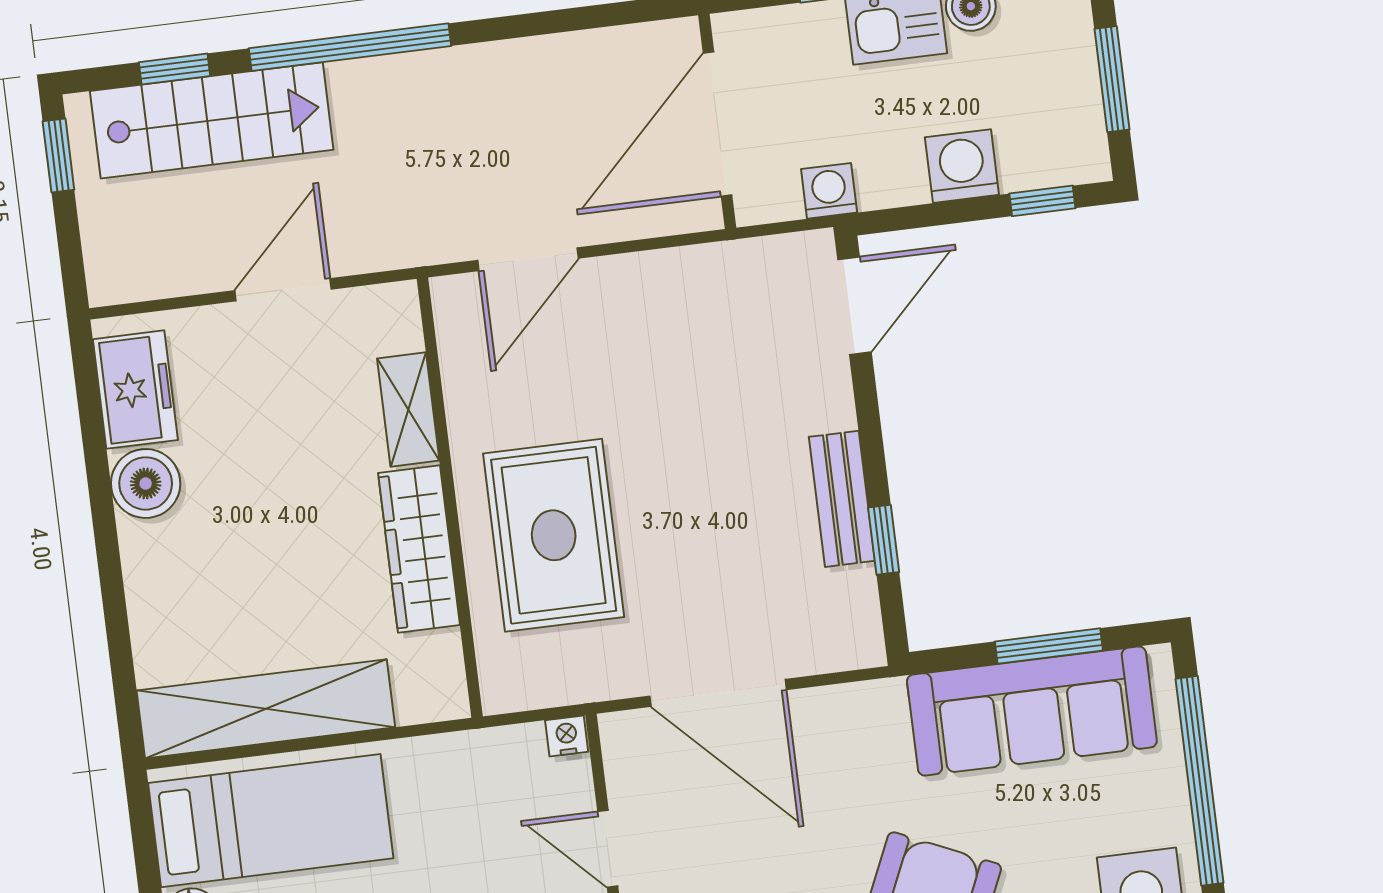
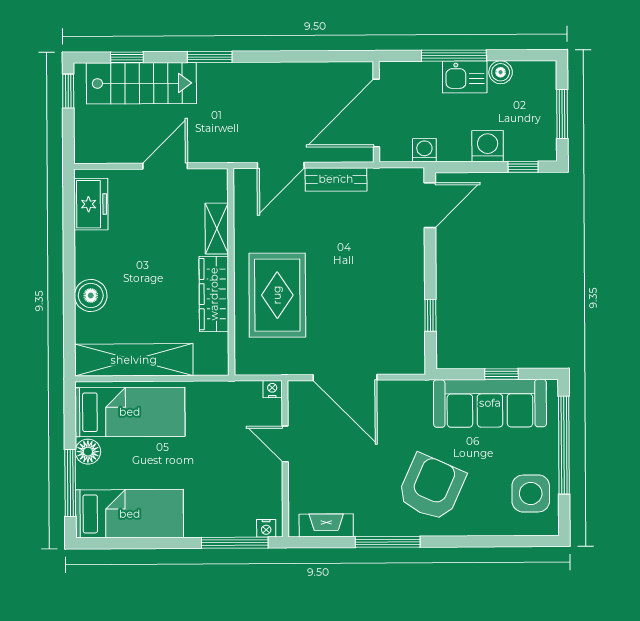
window: (350, 47) -> (210, 57), width x0.47
boiler: (146, 483) -> (91, 295), moved
bench: (842, 499) -> (336, 179), moved, turned 90
window: (1049, 646) -> (501, 374), width x0.67

